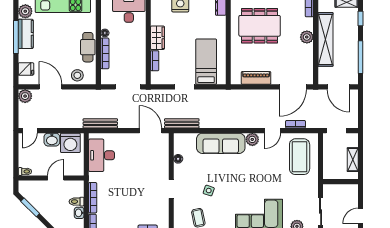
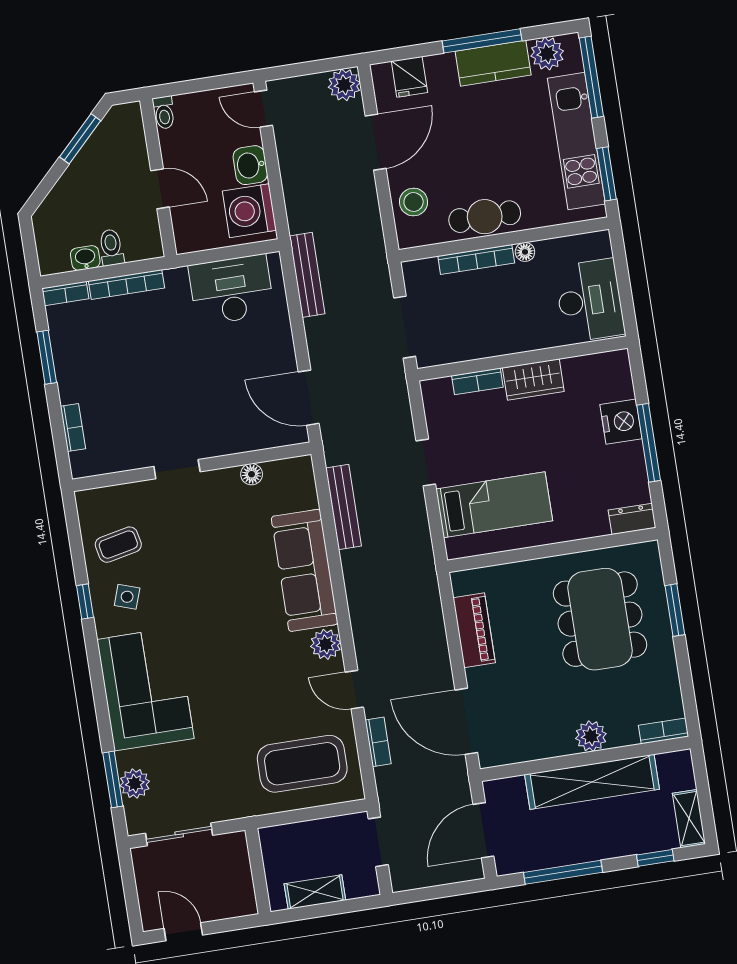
bench: (182, 123) -> (343, 507), moved
door: (151, 131) -> (309, 398), swing flipped
side table: (209, 191) -> (127, 597), moved

